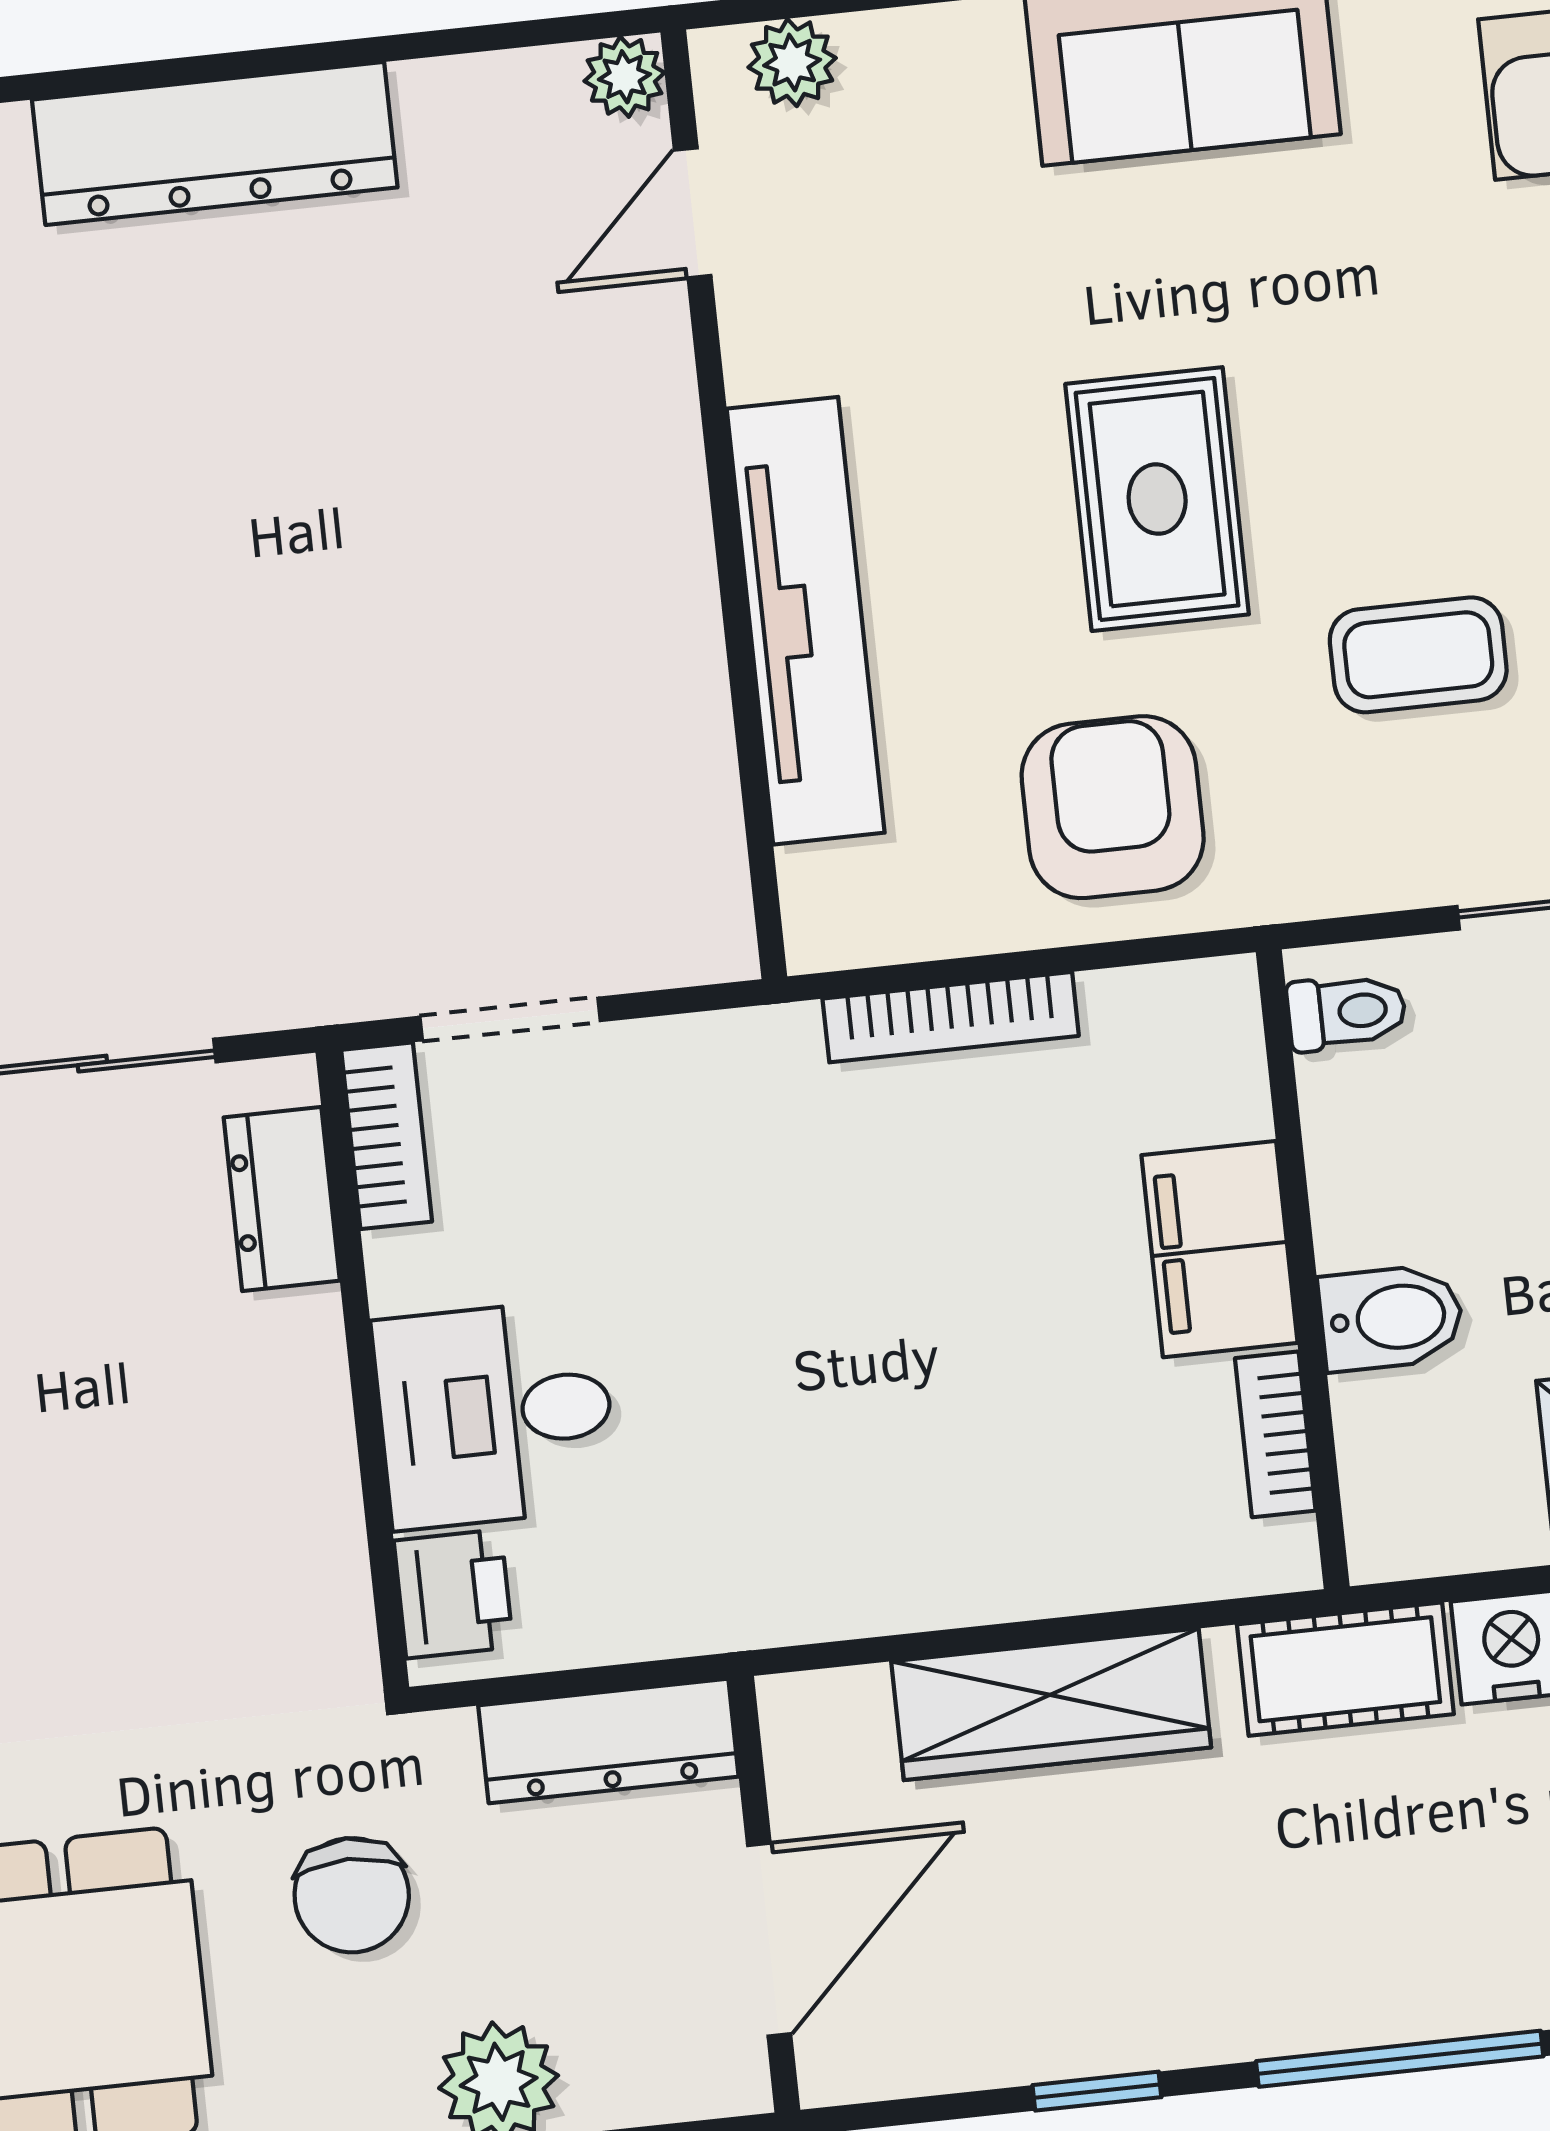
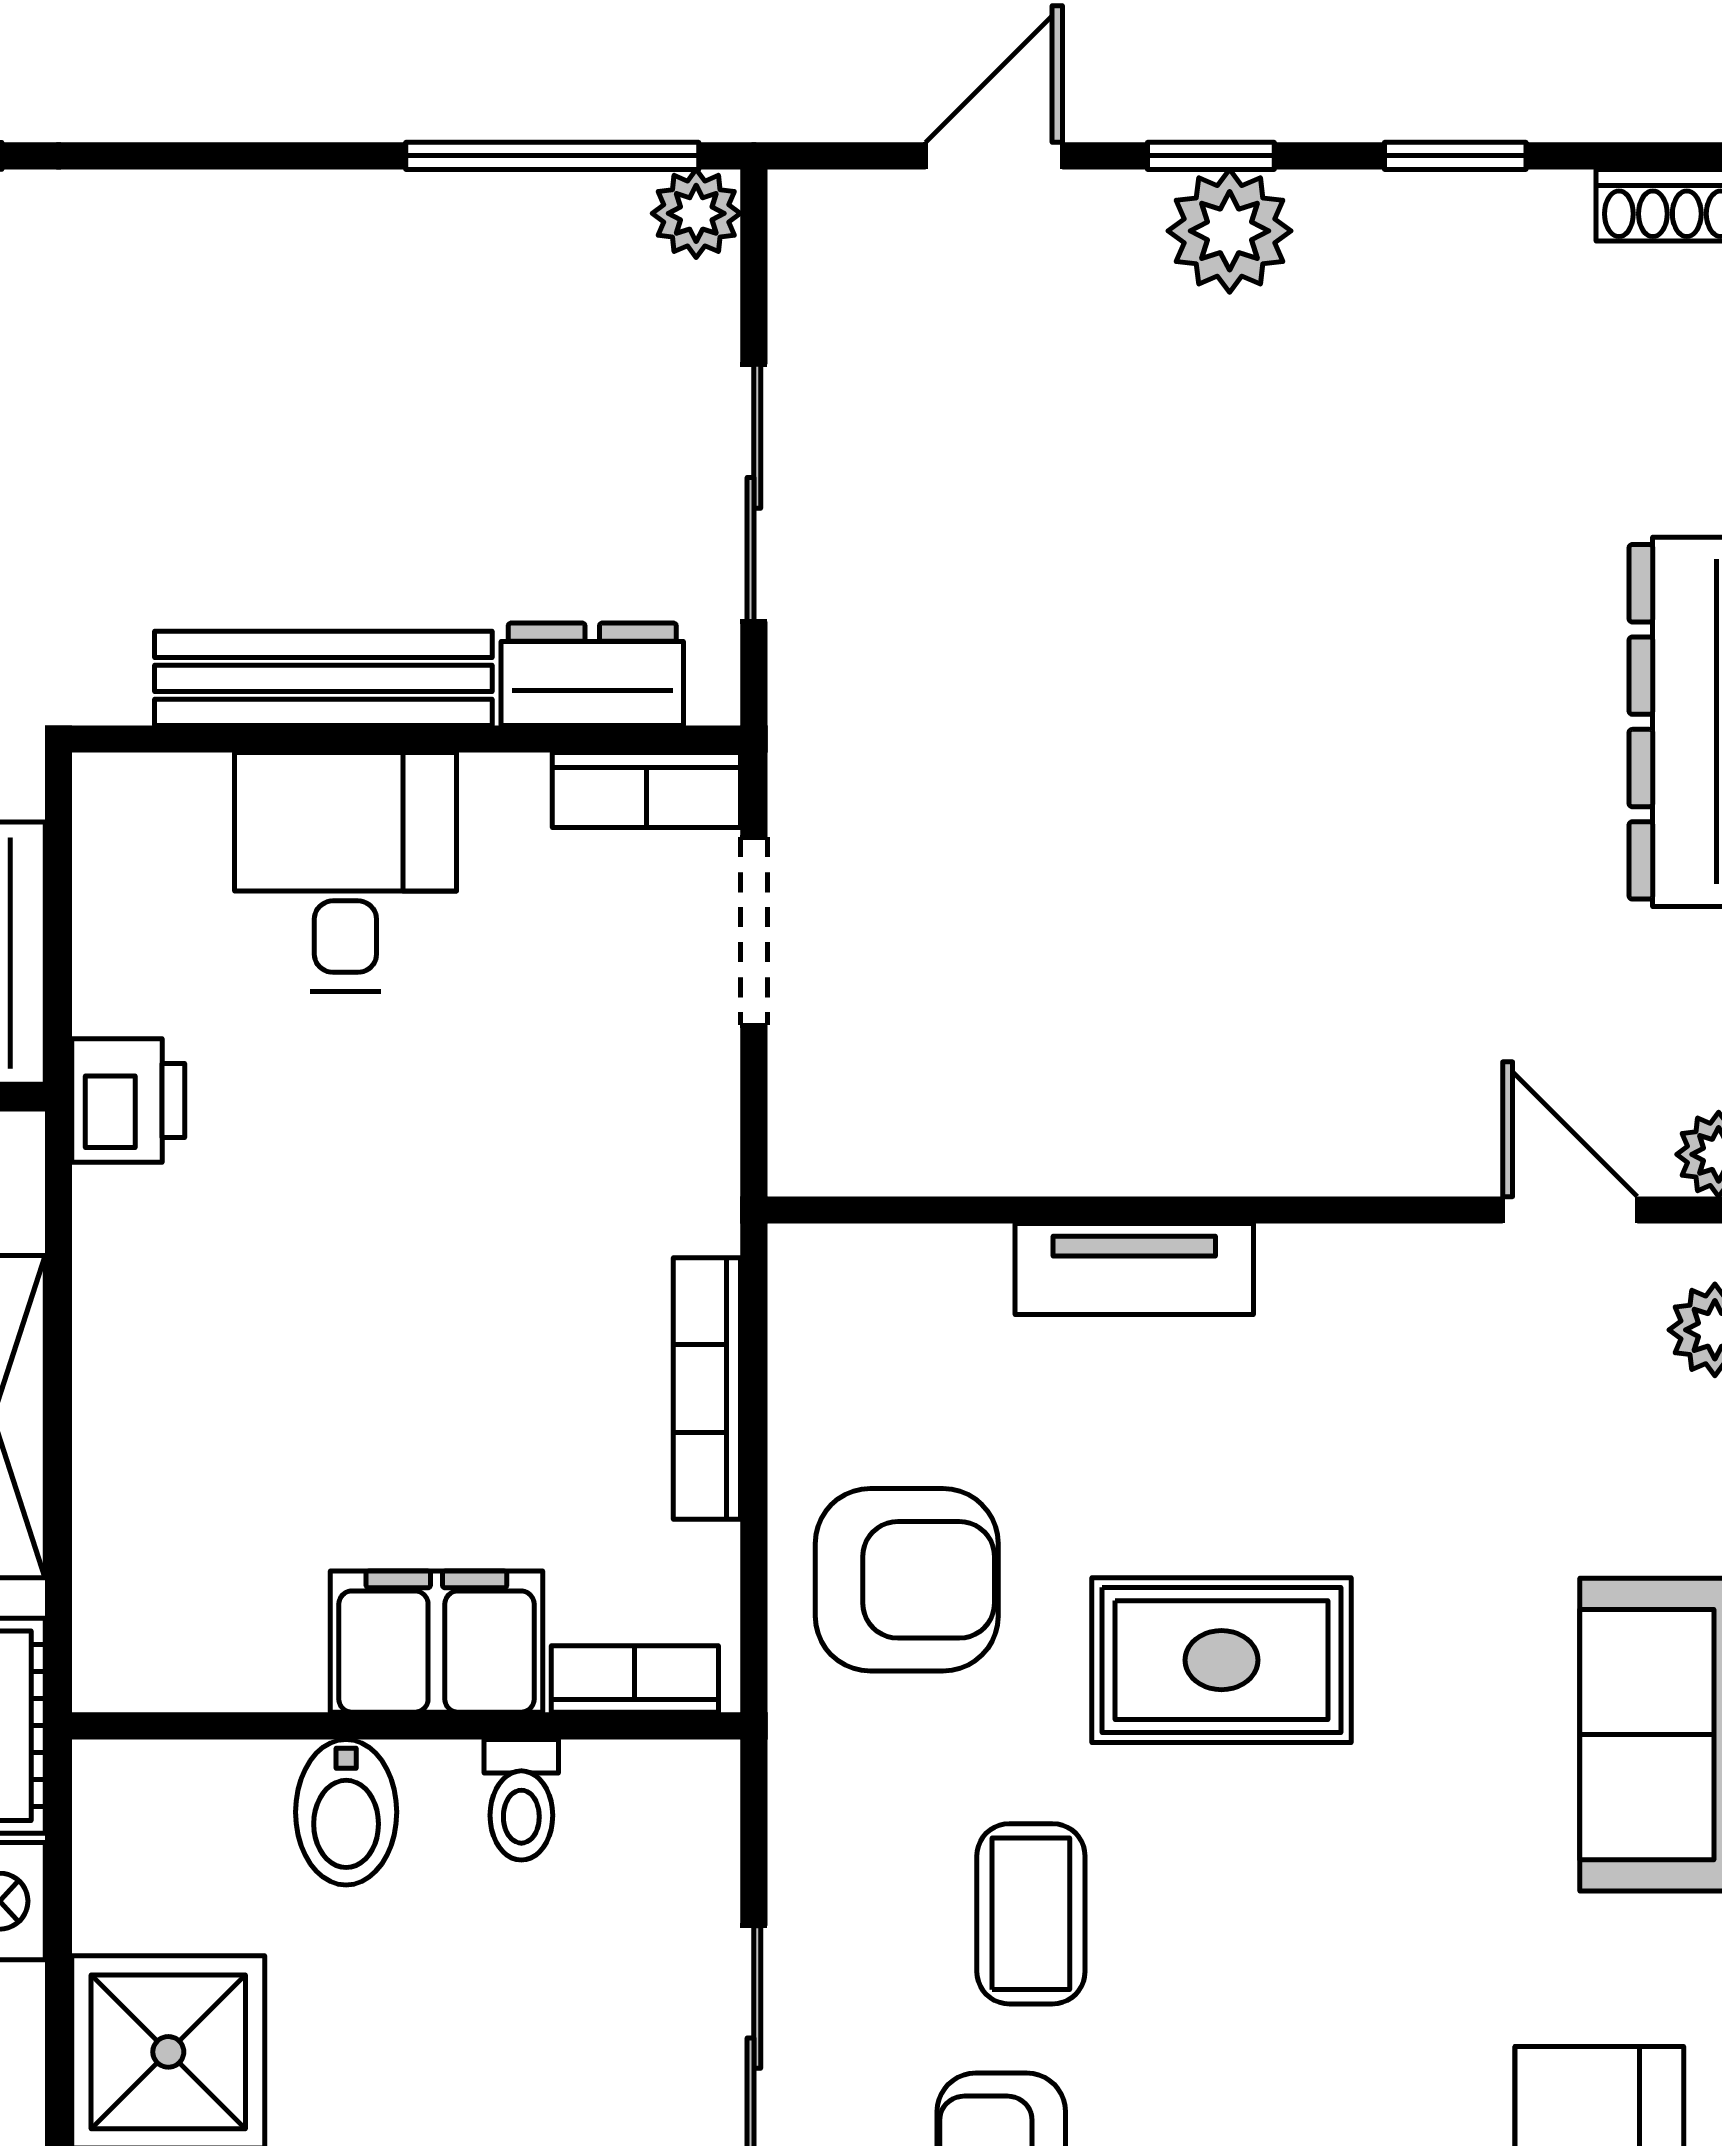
tv unit: (806, 621) -> (1134, 1269), width x0.52, depth x0.78
toilet: (1346, 1012) -> (521, 1800), moved
bookcase: (1275, 1434) -> (635, 1679), moved
bench: (313, 1455) -> (323, 678), added
printer: (454, 1594) -> (128, 1101), moved, turned -90

